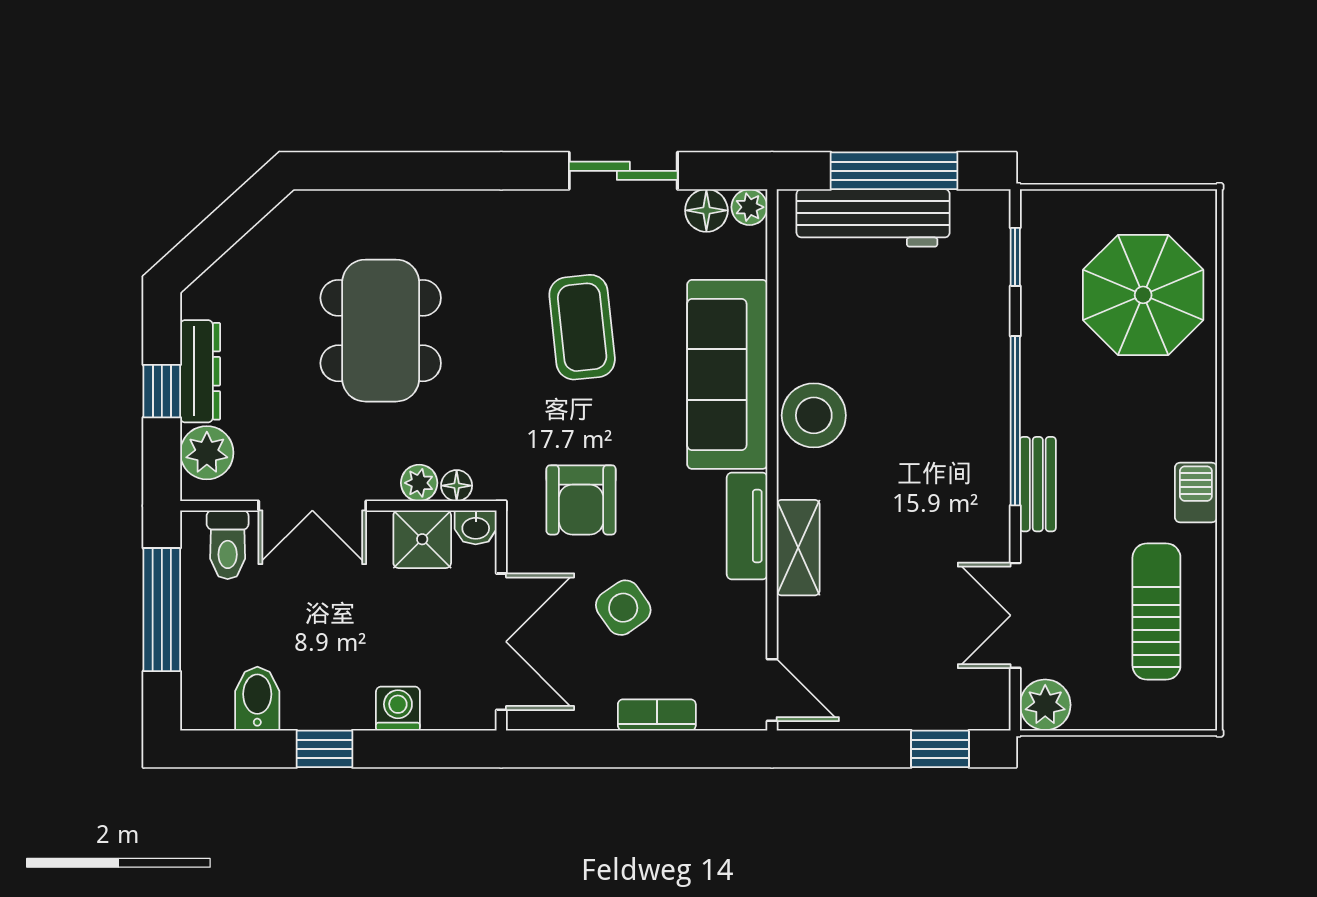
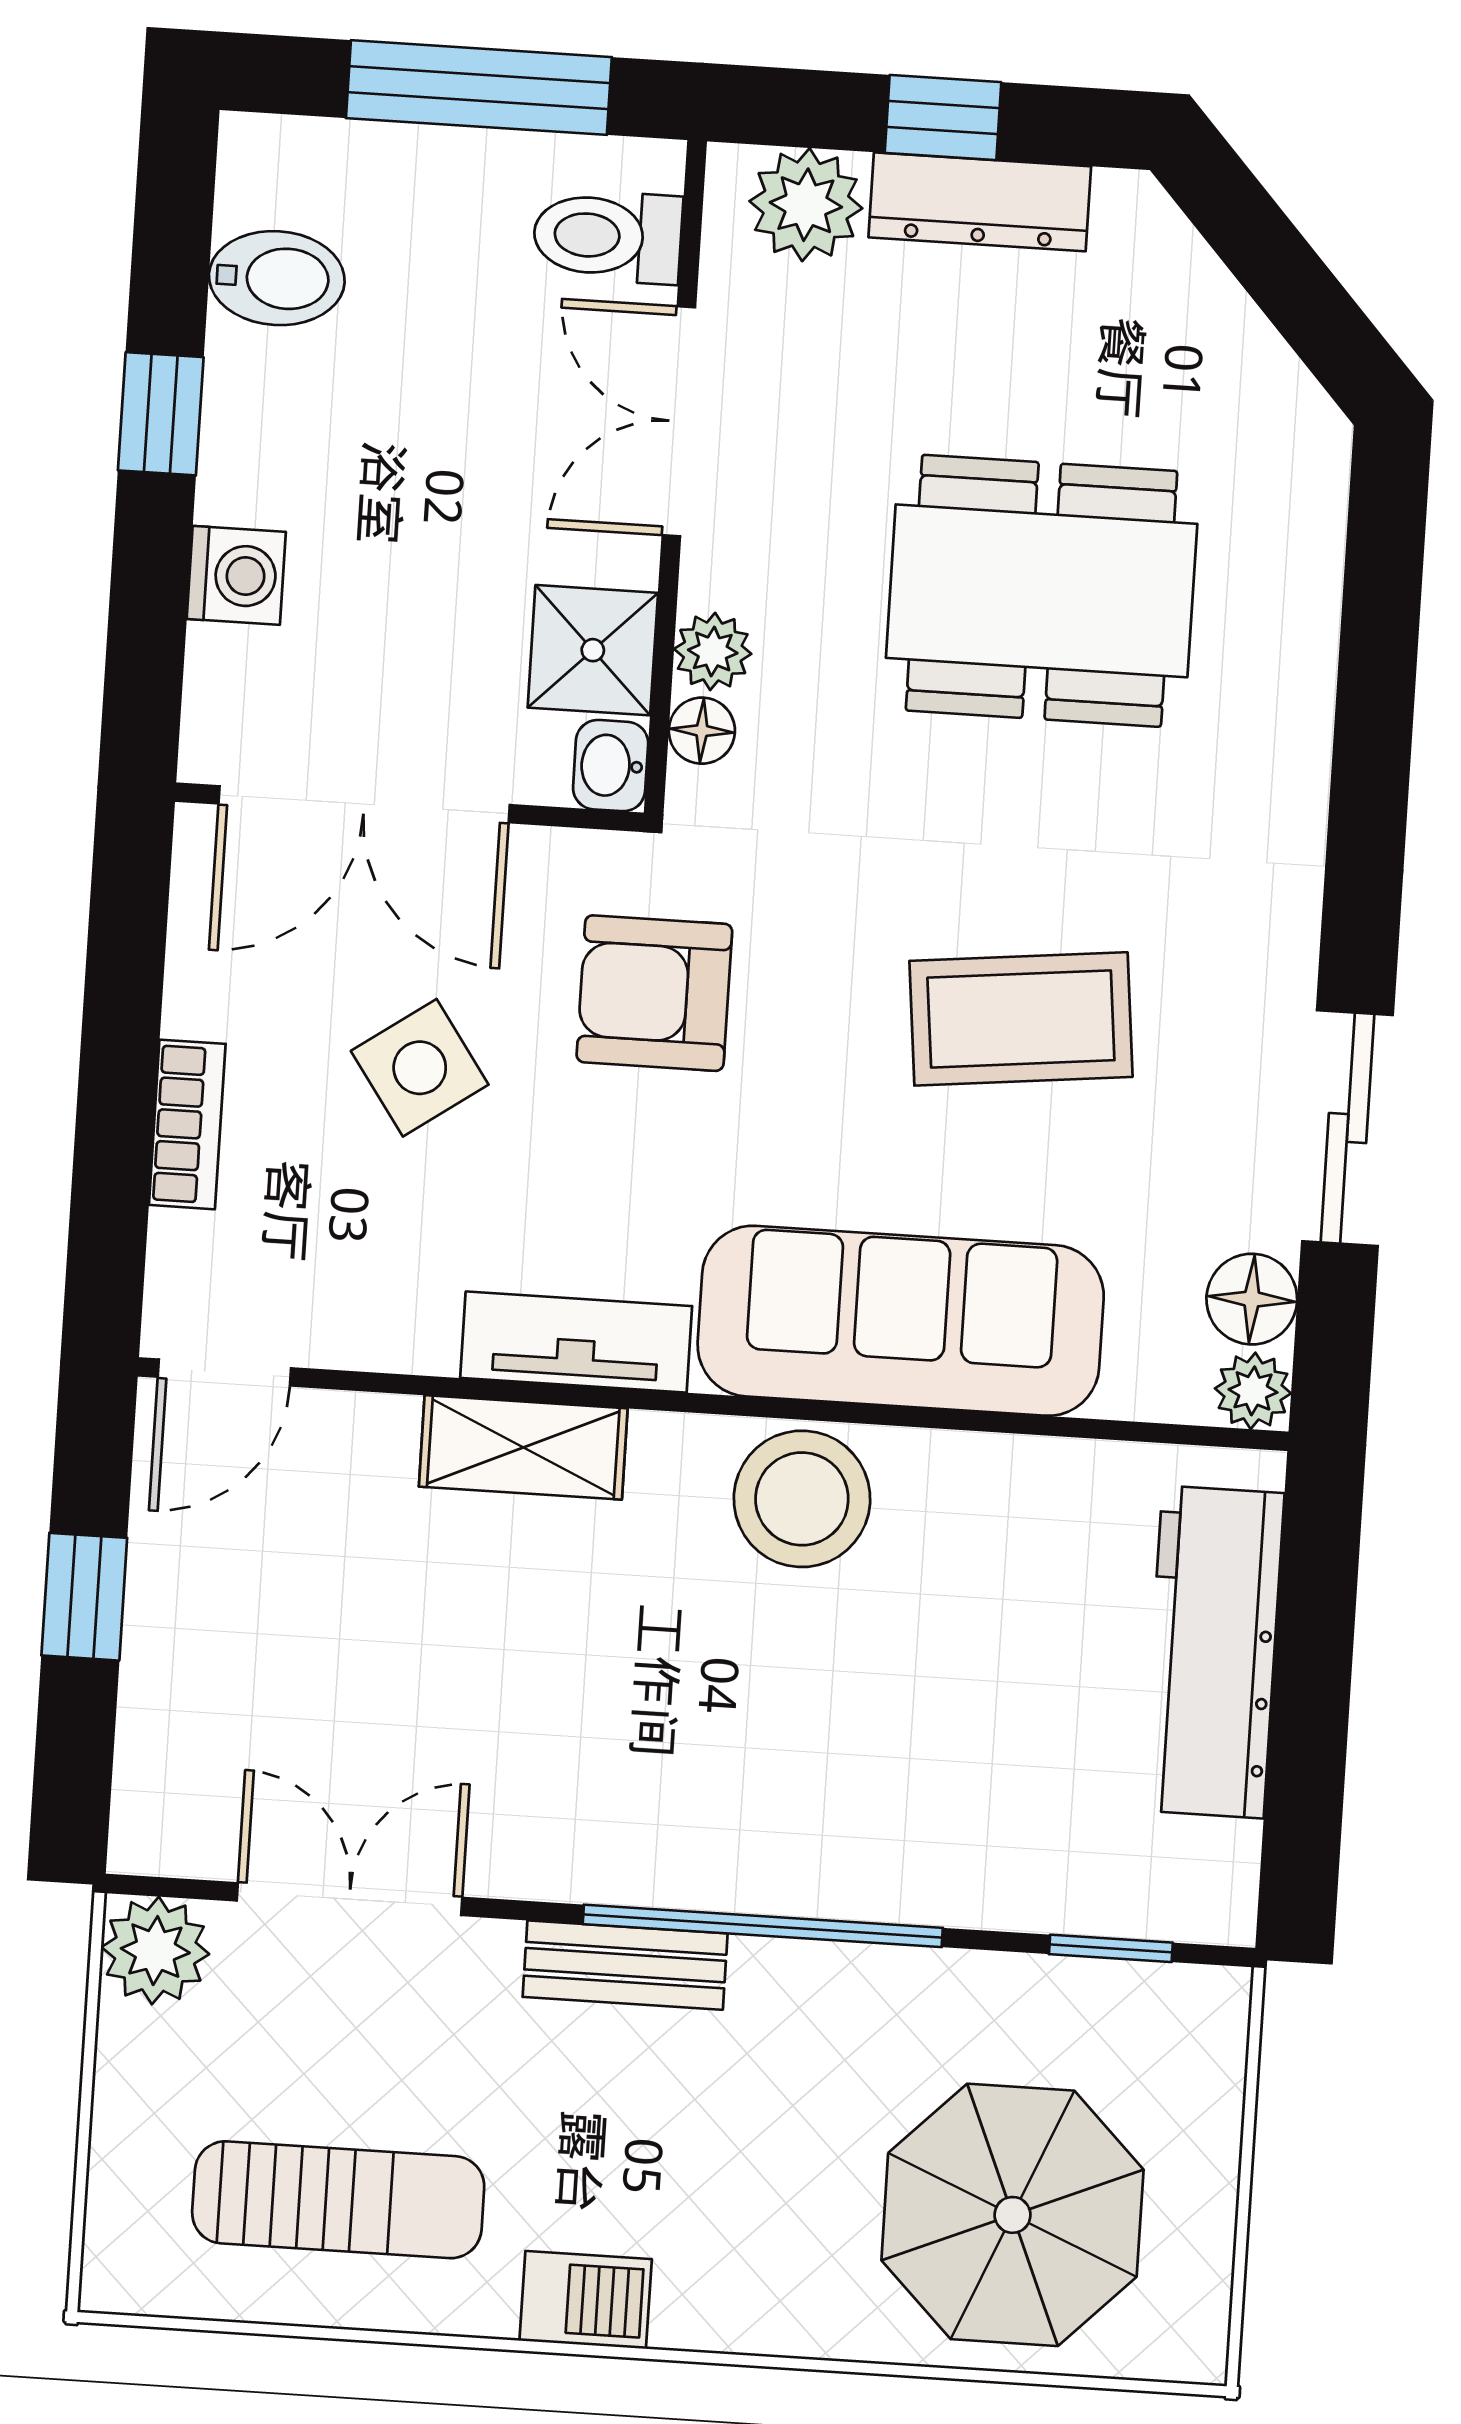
window: (894, 171) -> (1310, 1703), removed
window: (940, 749) -> (84, 1597), moved

